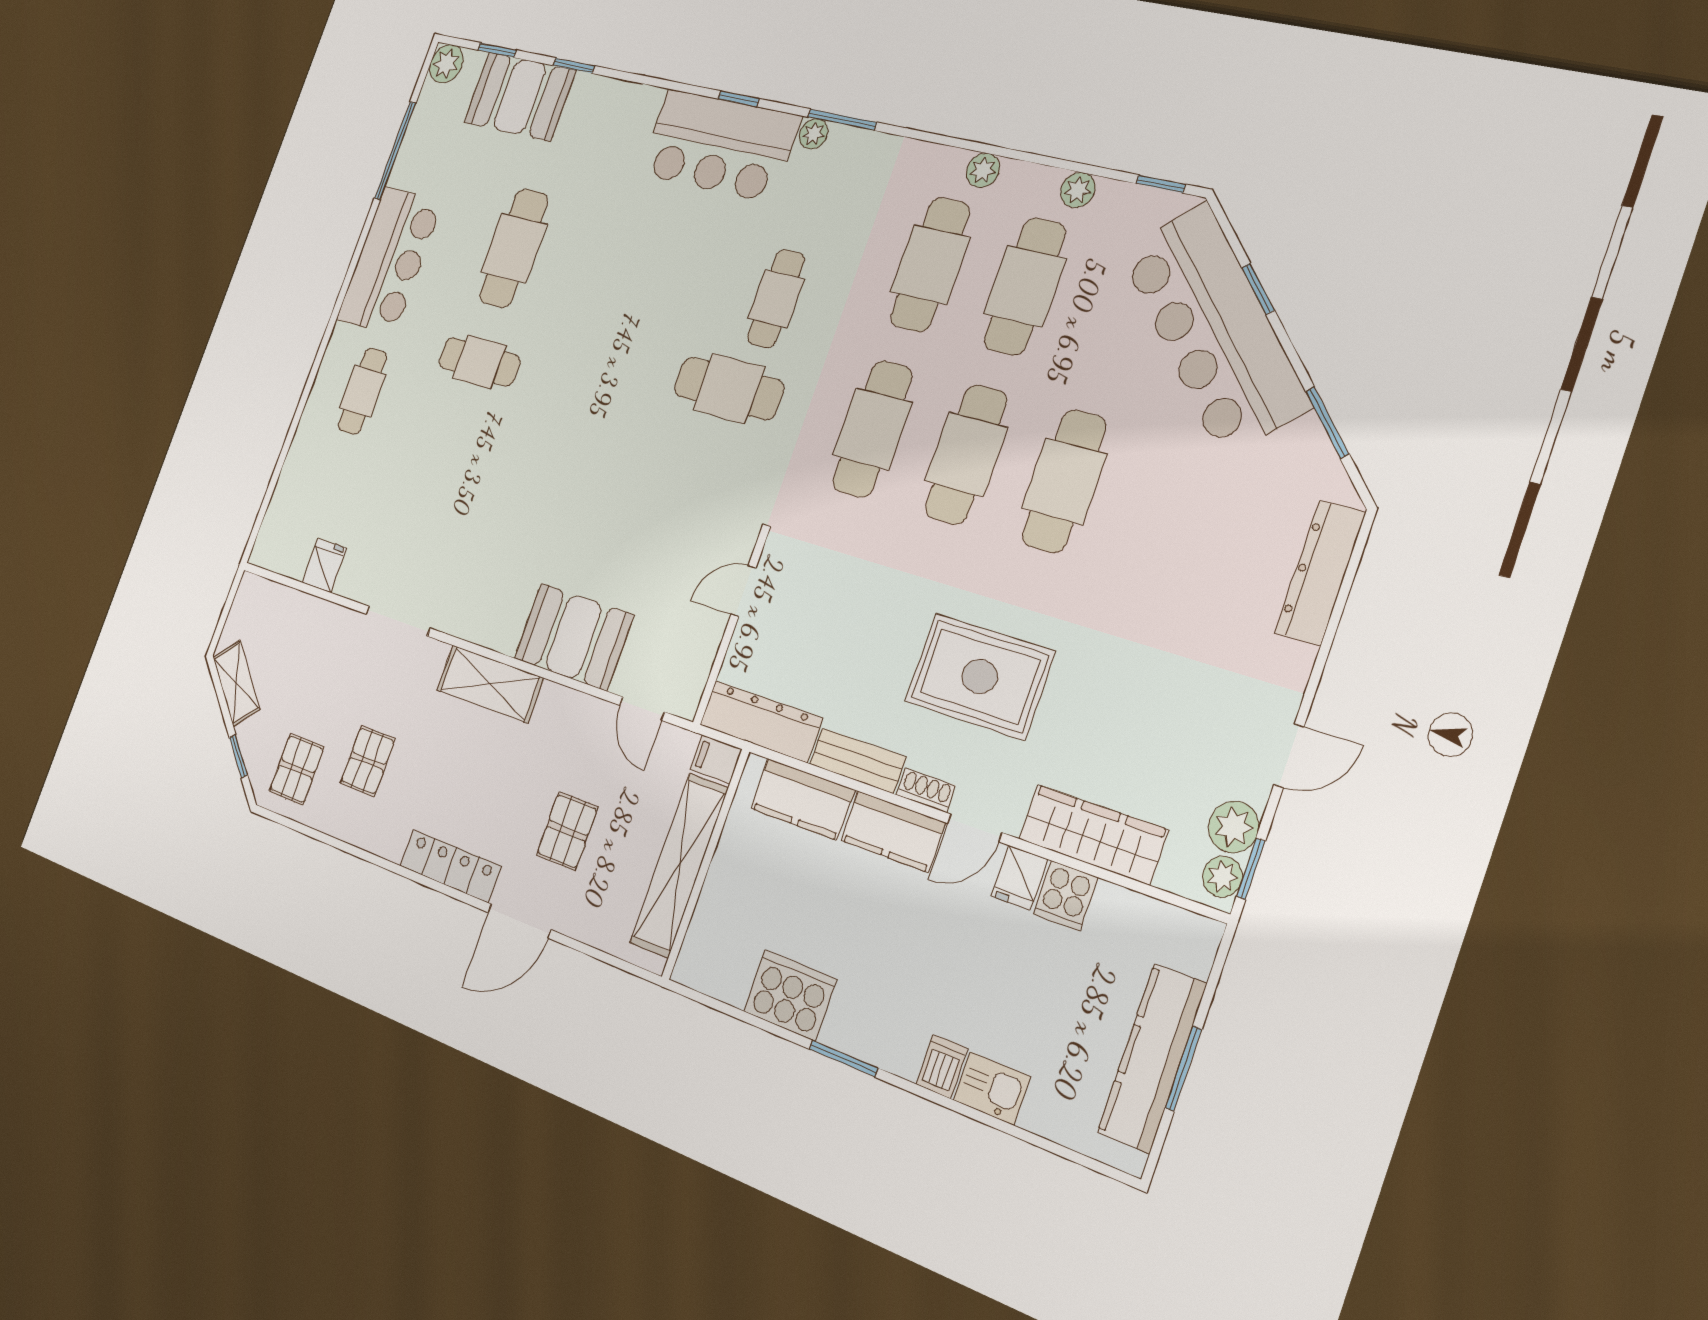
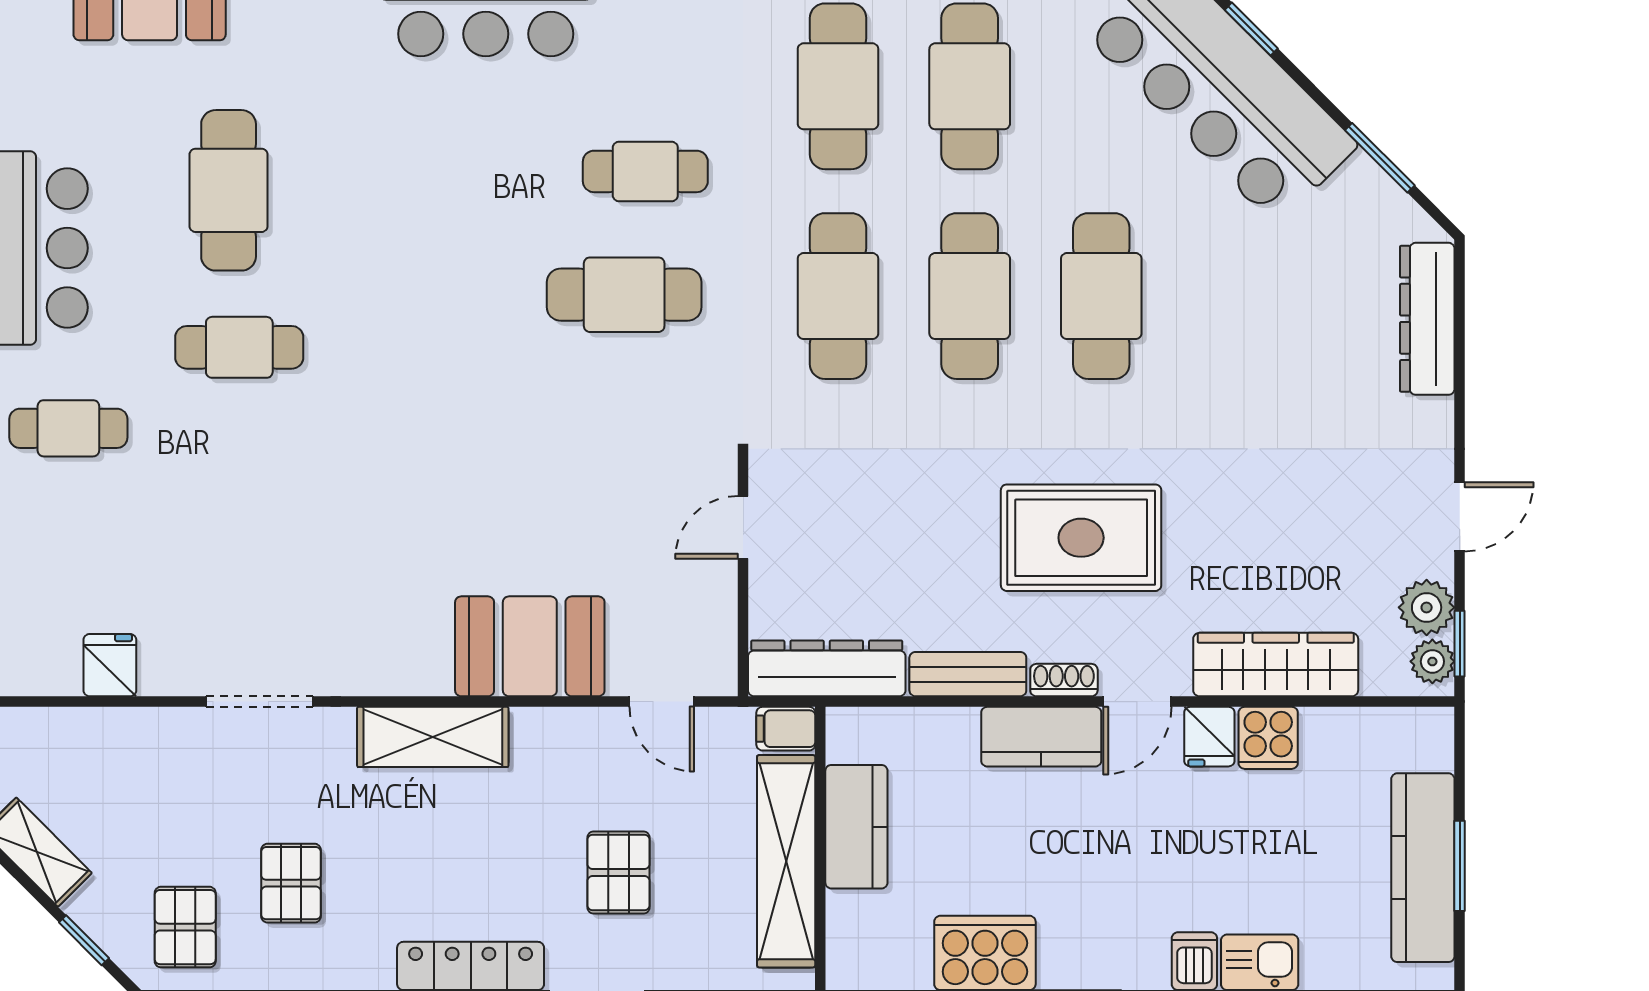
cafe table: (776, 299) -> (645, 171), turned 90
cafe table: (363, 391) -> (68, 428), turned 90
kitchen counter: (802, 799) -> (856, 827), moved, turned -90

